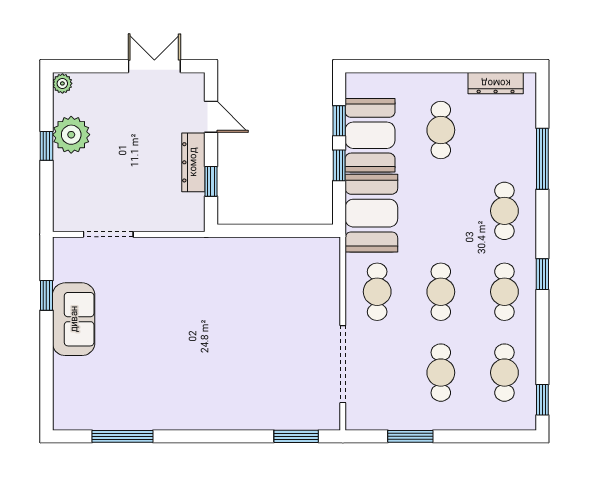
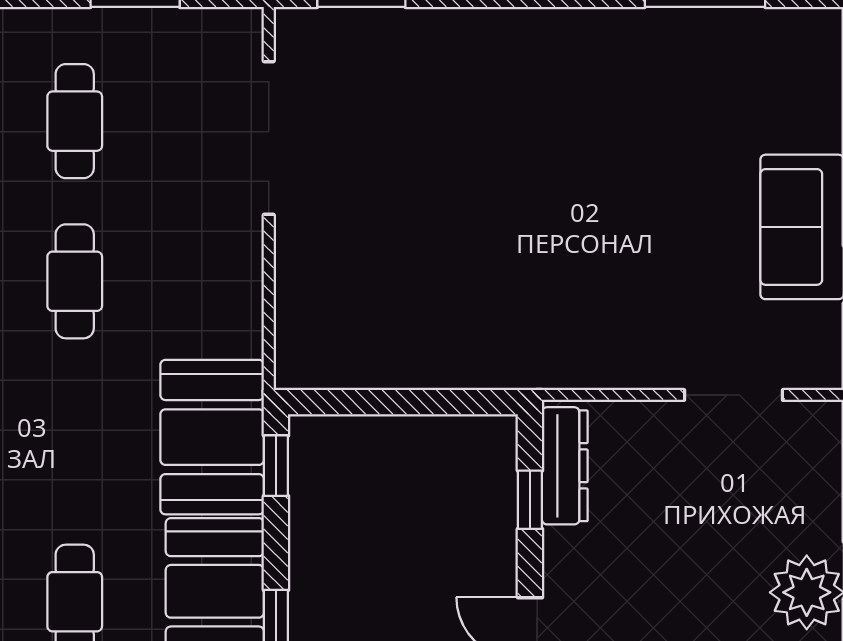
dresser: (193, 162) -> (565, 466), moved
window: (339, 165) -> (276, 466), moved
cafe table: (377, 292) -> (201, 281), removed

